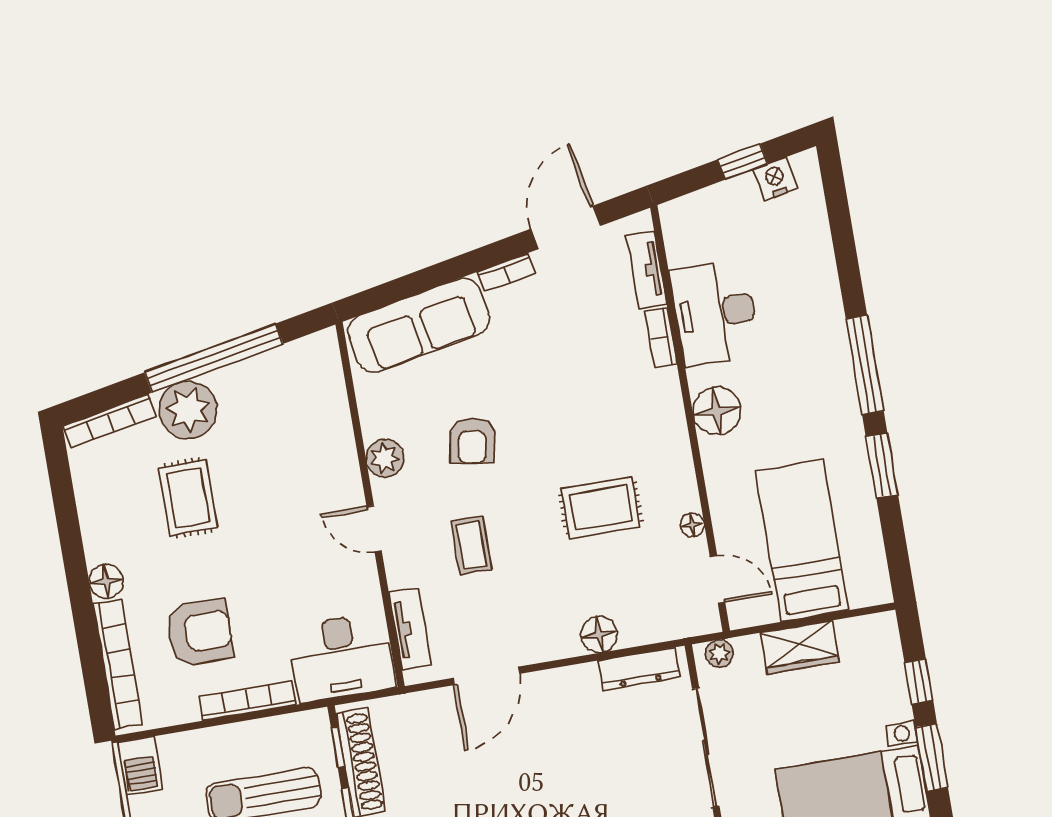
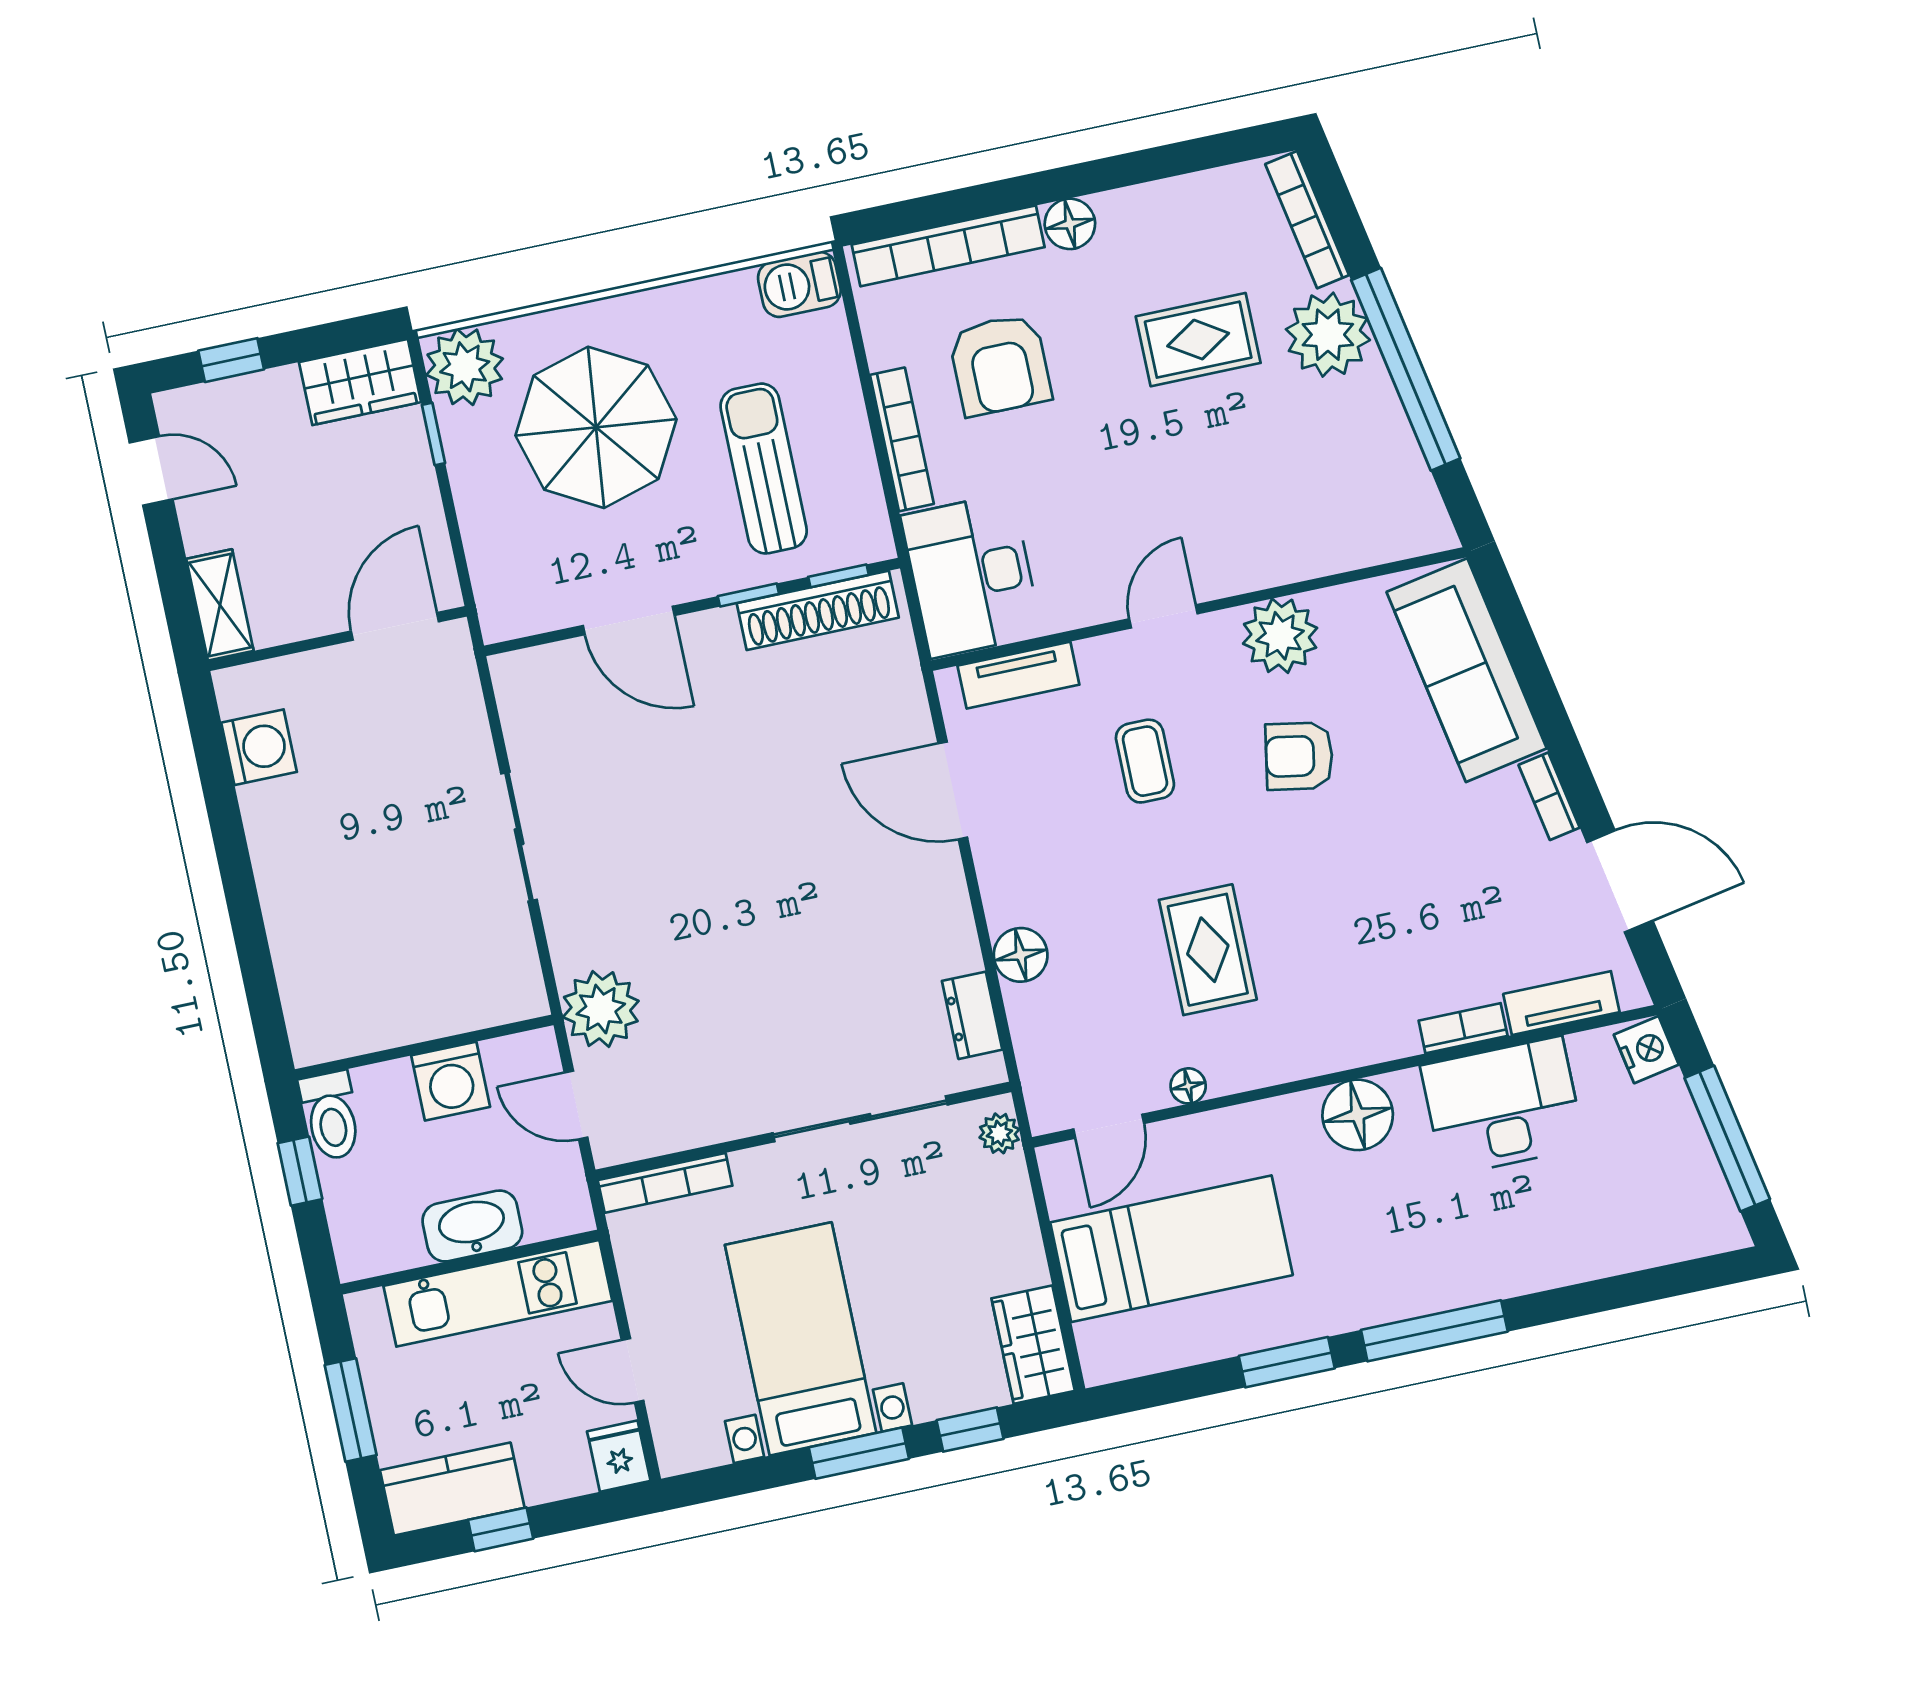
window: (743, 162) -> (1727, 1139), width x2.17
nightstand: (775, 179) -> (1646, 1050), moved
plant: (385, 458) -> (1280, 636), width x1.36, depth x1.36
coffee table: (472, 545) -> (1145, 761), turned 90
wardrobe: (800, 647) -> (1033, 1345), moved
dresser: (639, 669) -> (972, 1015), width x0.70

